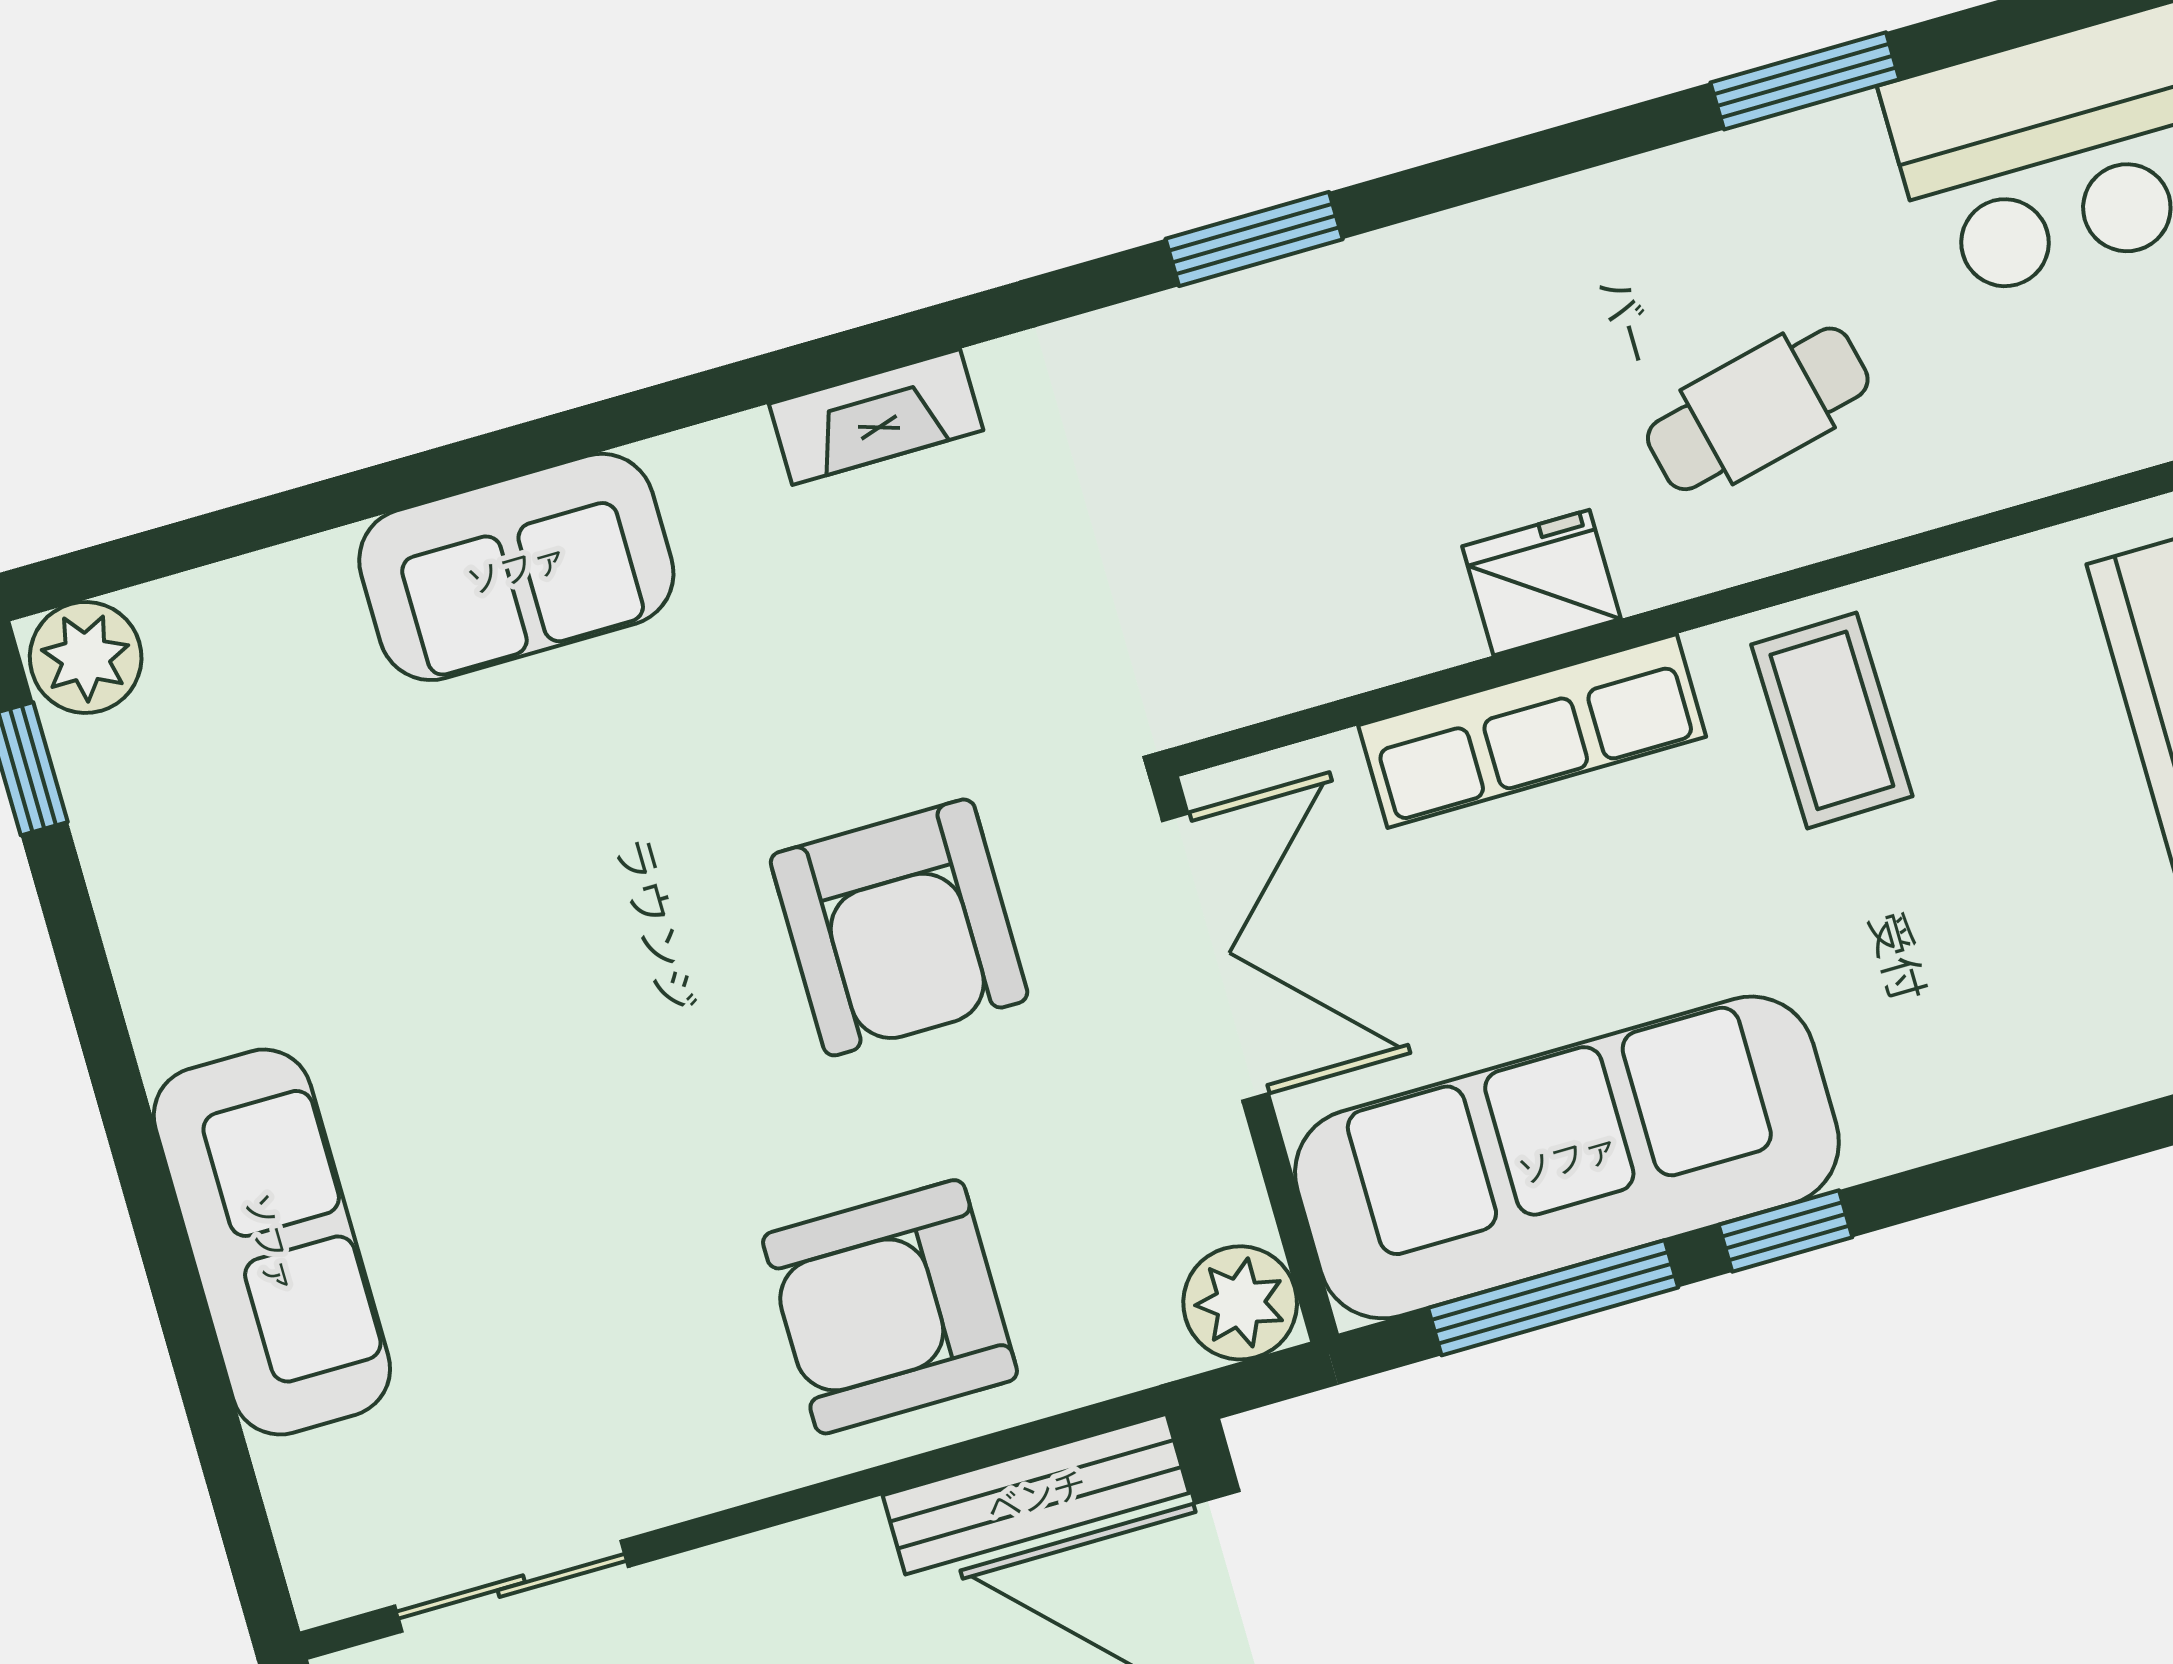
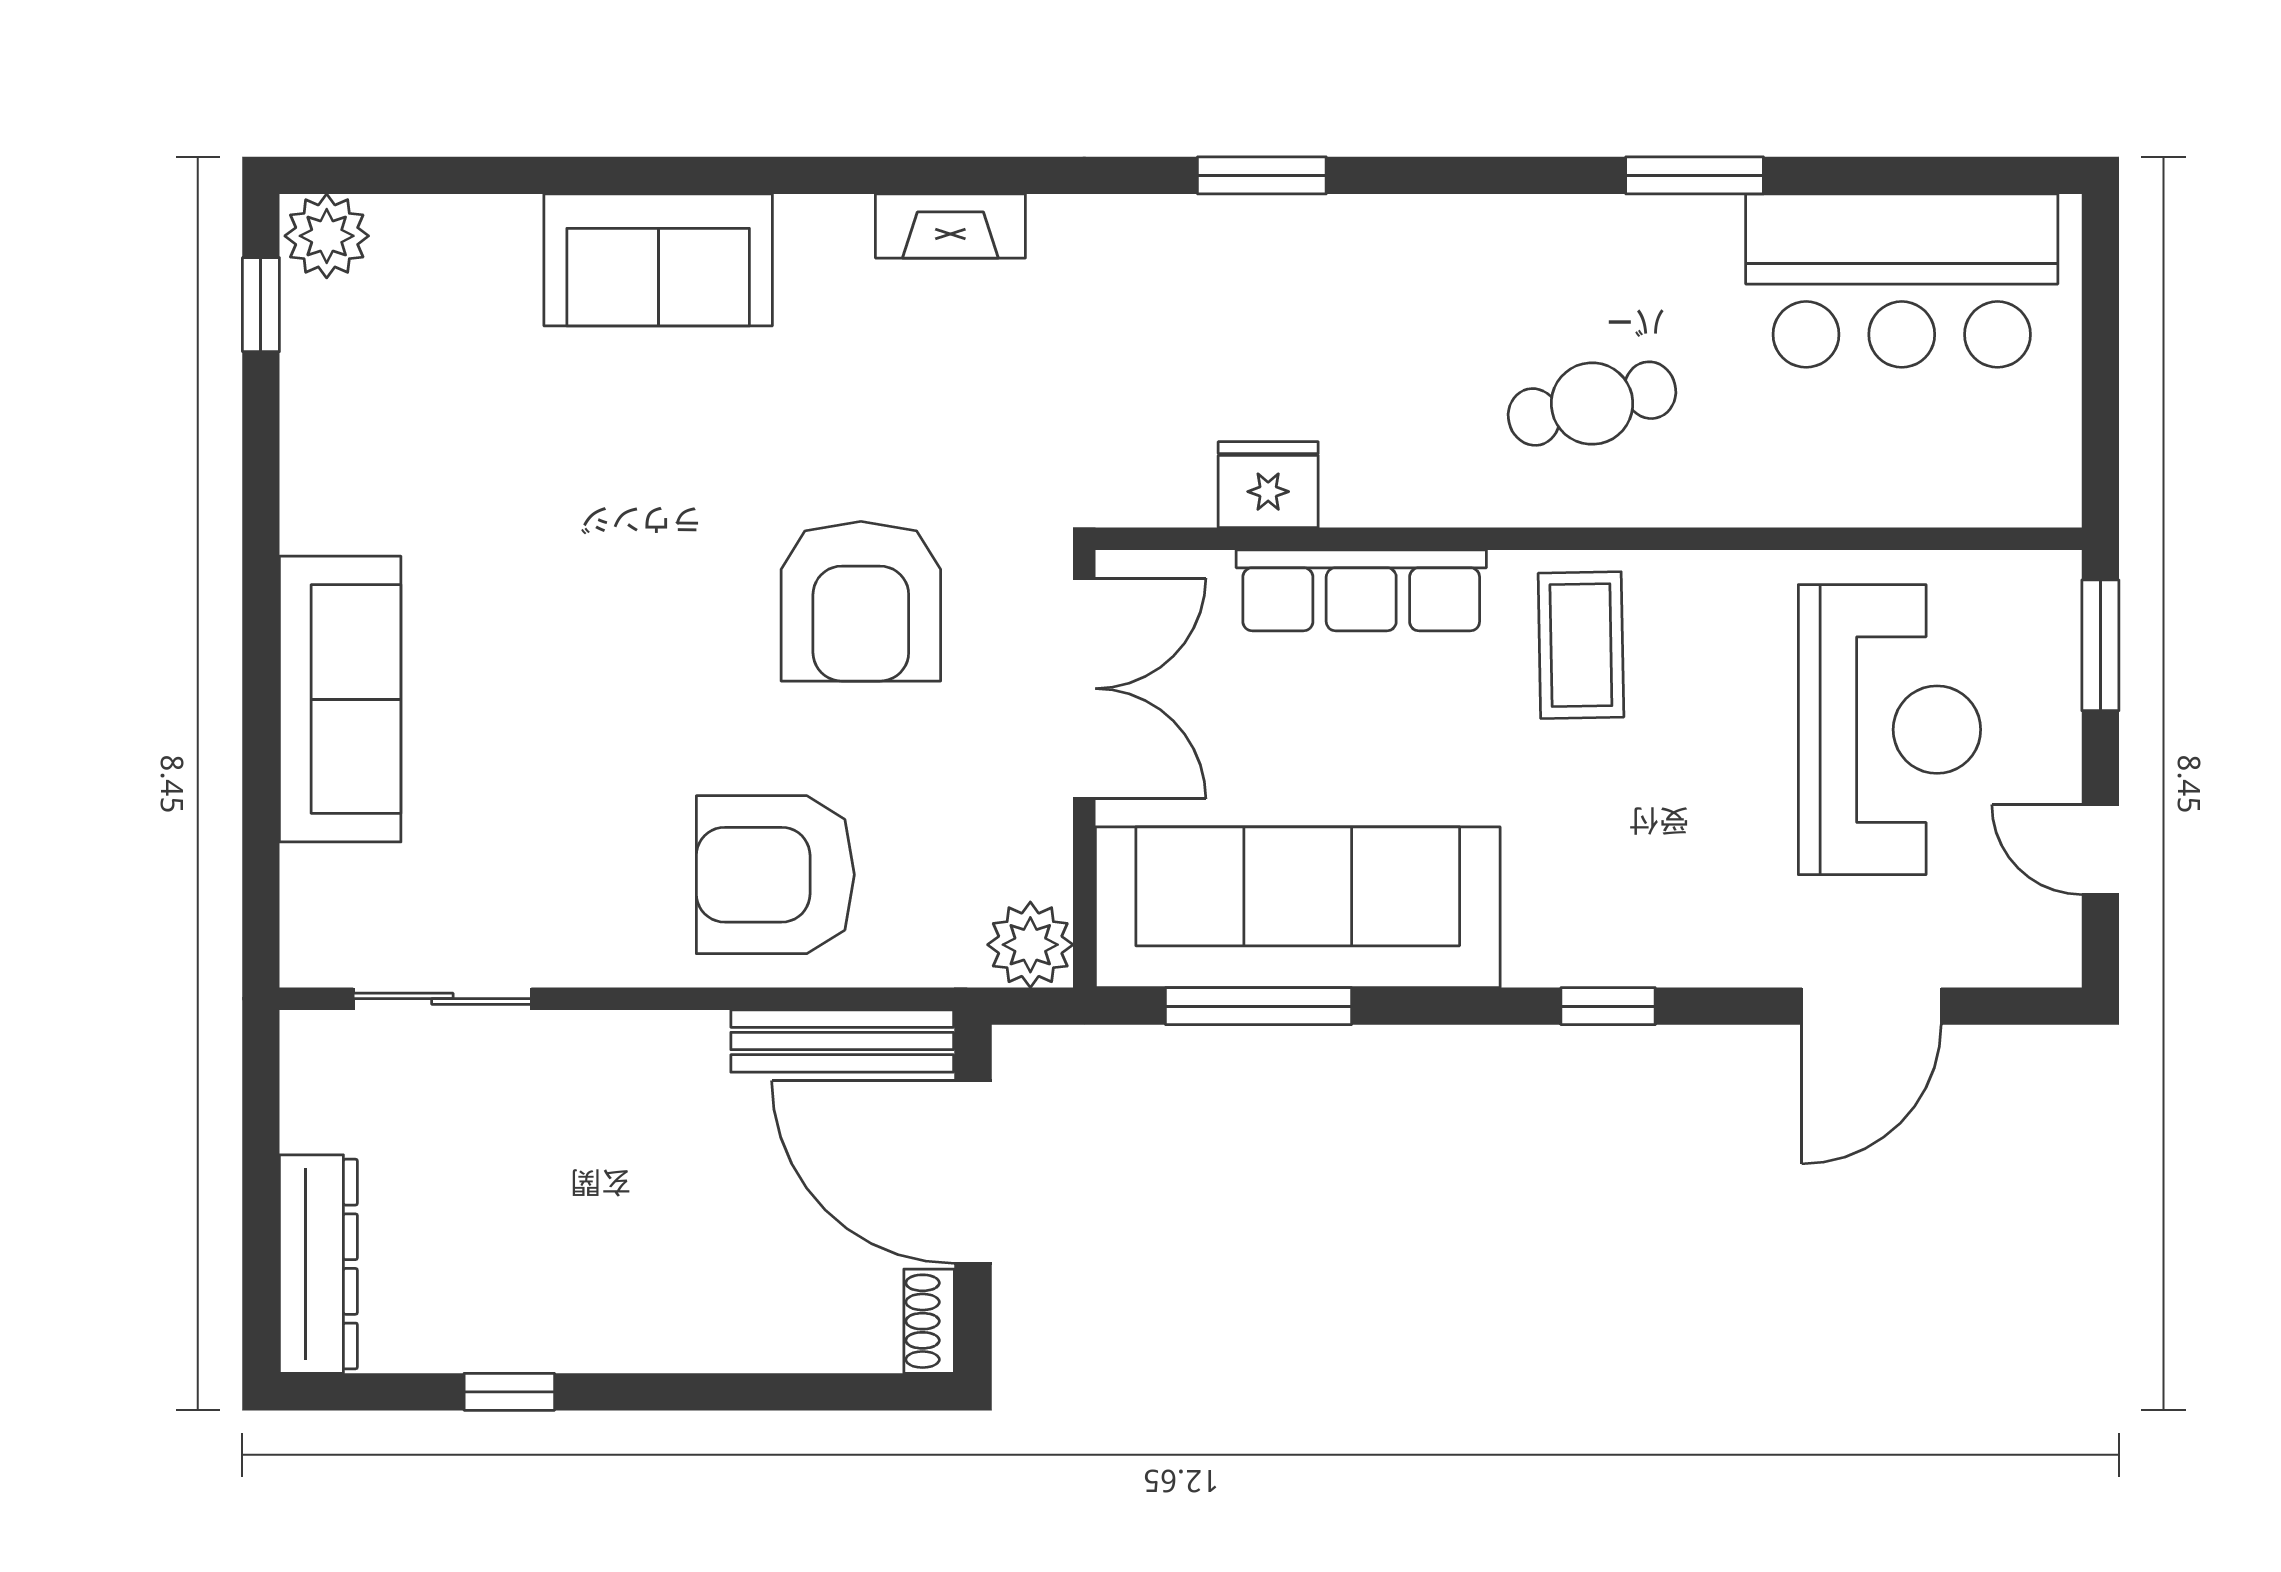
fridge: (1541, 583) -> (1268, 485), moved
window: (1786, 1231) -> (1608, 1006), moved

